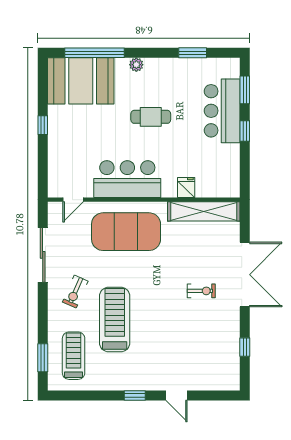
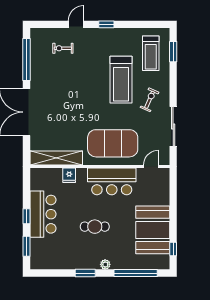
window: (193, 53) -> (85, 273), moved
booth: (81, 81) -> (153, 230), moved, turned 90
bar counter: (222, 111) -> (43, 214), moved
window: (43, 125) -> (173, 249), moved
exercise bike: (201, 291) -> (63, 48), moved
window: (245, 347) -> (27, 59), width x3.17
door: (176, 395) -> (76, 24), hinge flipped

